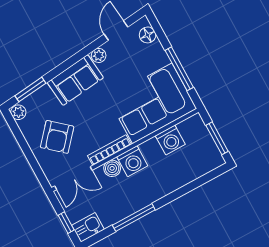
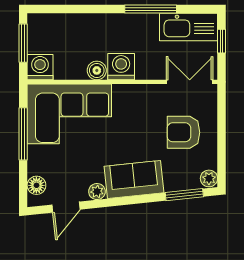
armchair: (57, 137) -> (183, 132), turned -131
washing machine: (170, 140) -> (40, 67), moved
bookcase: (109, 150) -> (138, 90), removed
boiler: (112, 168) -> (97, 70), moved
kitchen sink: (88, 227) -> (189, 27), width x1.88, depth x1.24

